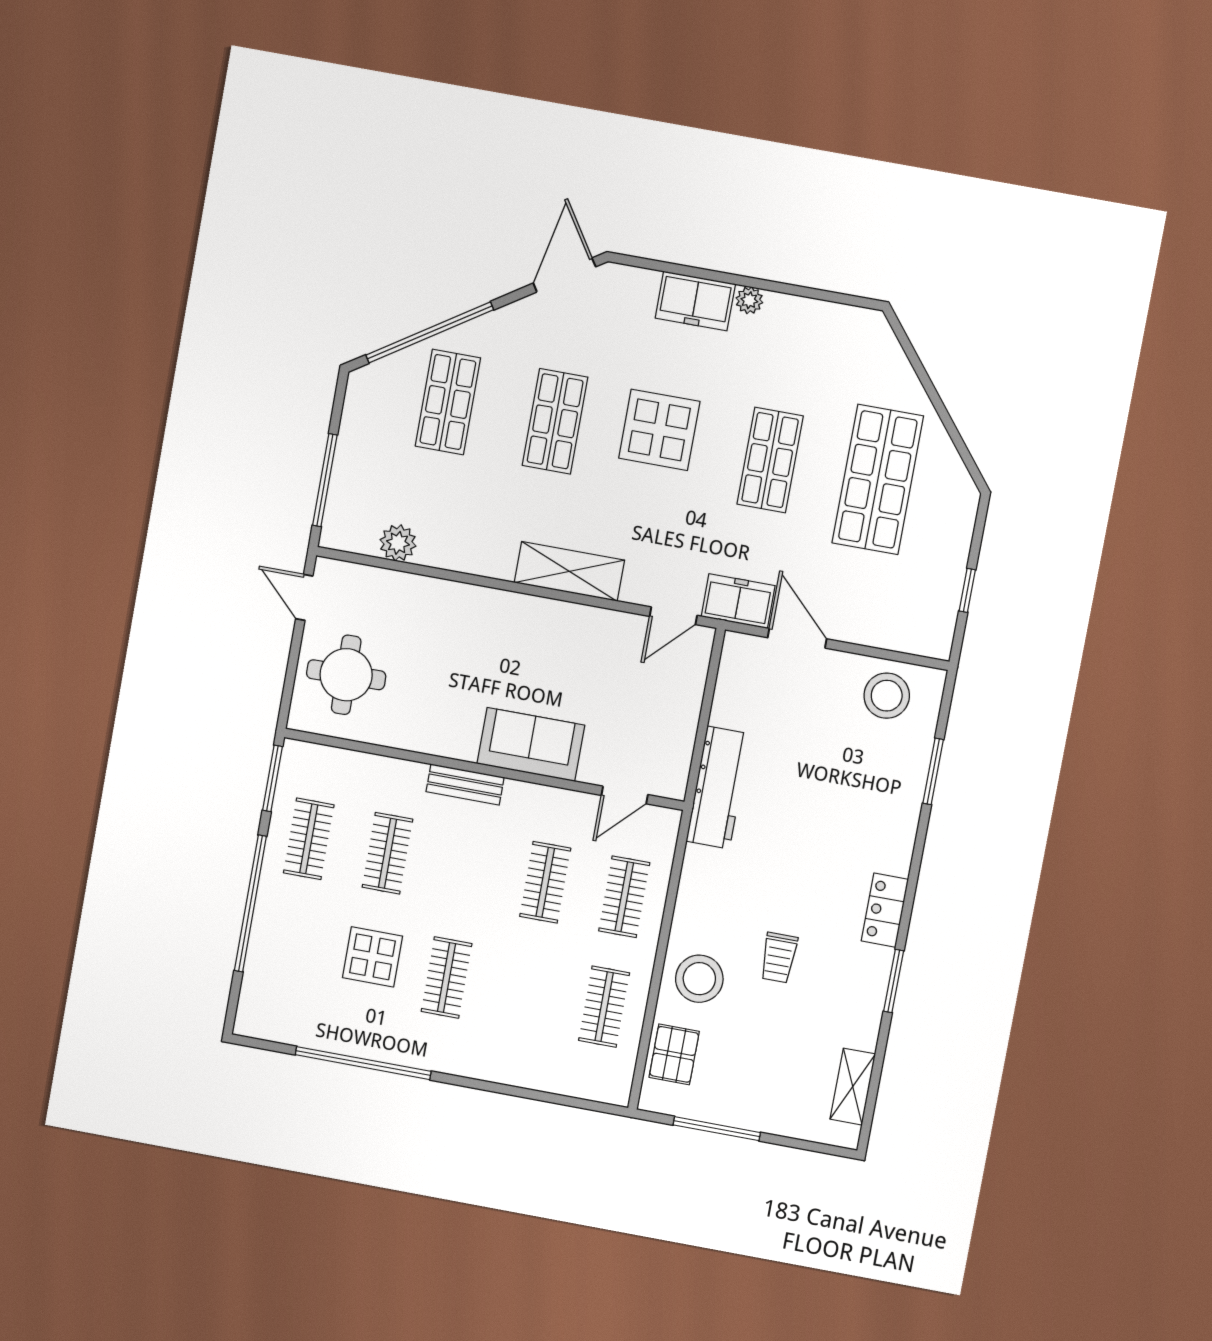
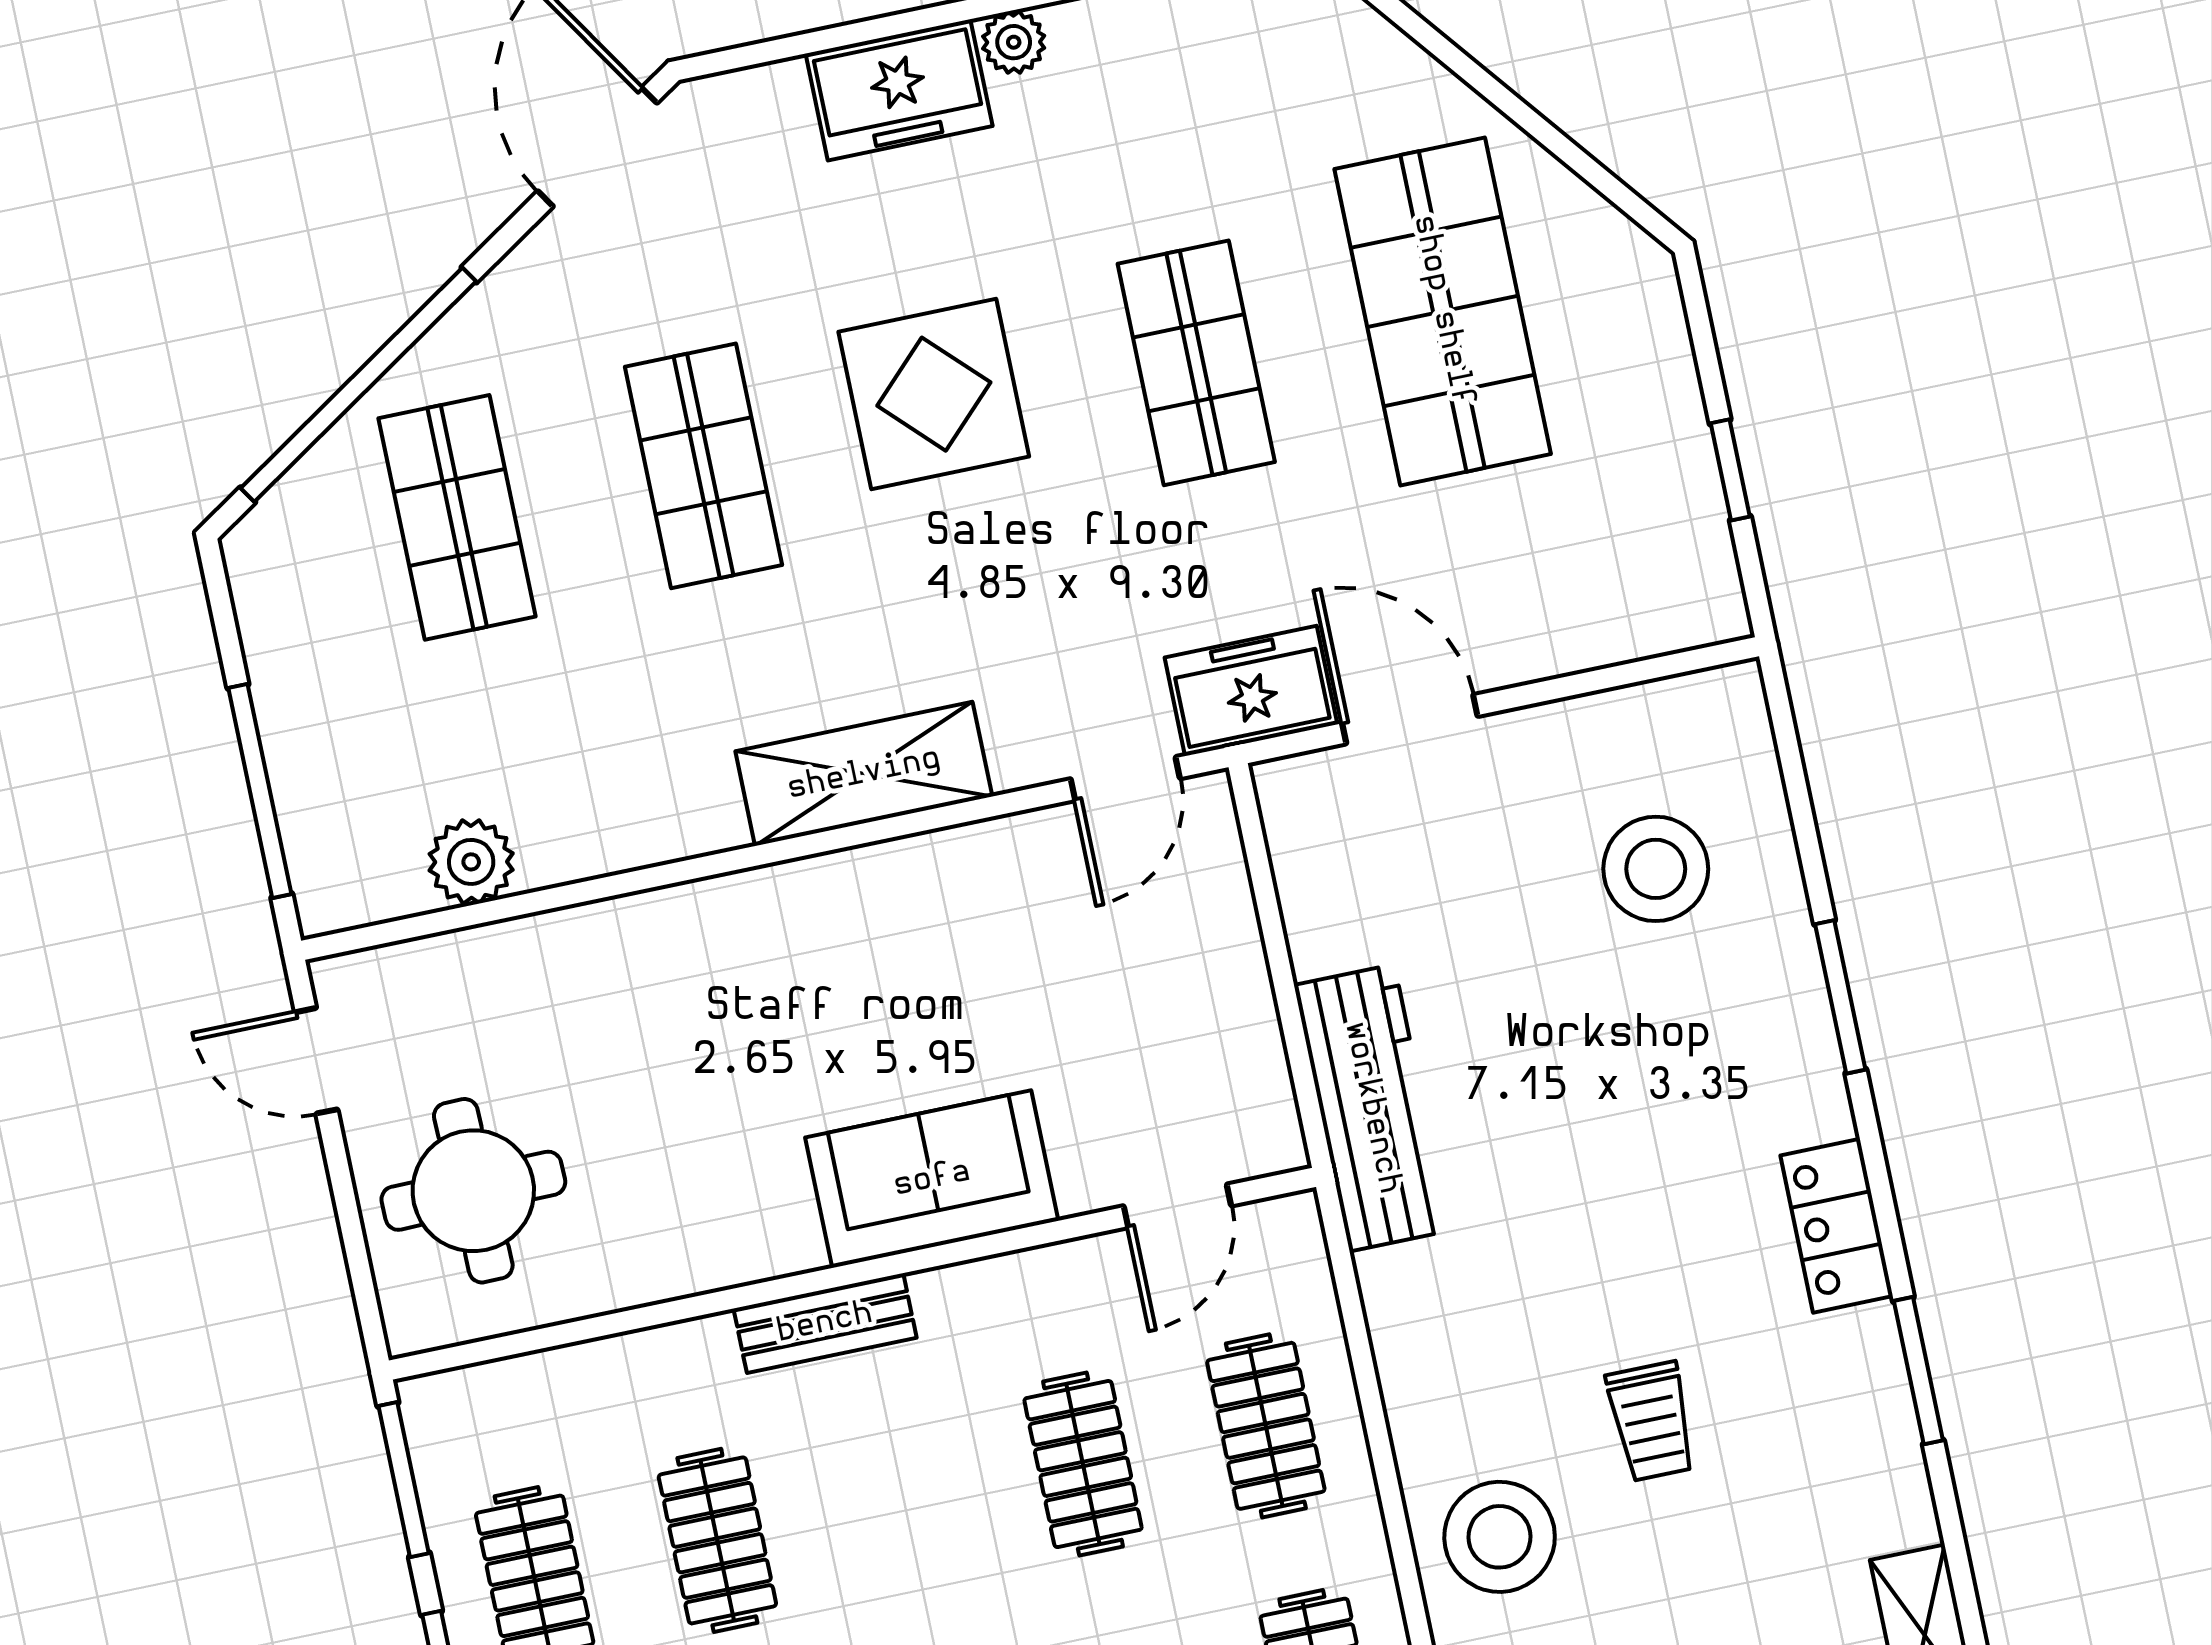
stool: (887, 696) -> (1656, 869), moved
window: (933, 771) -> (1840, 997), moved

